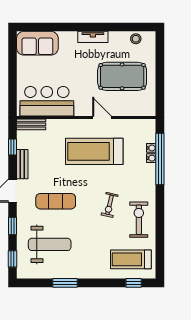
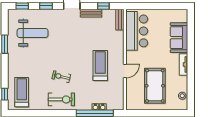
sofa: (37, 43) -> (179, 38), moved
treadmill: (94, 151) -> (100, 65), width x0.73, depth x0.73
exercise mat: (56, 201) -> (64, 37), removed
exercise bike: (139, 220) -> (61, 99), moved
weight bench: (50, 244) -> (33, 33), turned -90

